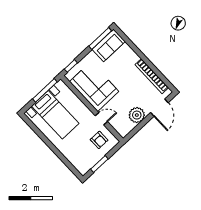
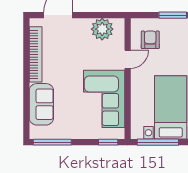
sofa: (109, 45) -> (41, 104), moved, turned 90
plant: (137, 115) -> (102, 29), moved
door: (101, 119) -> (128, 59), swing flipped

